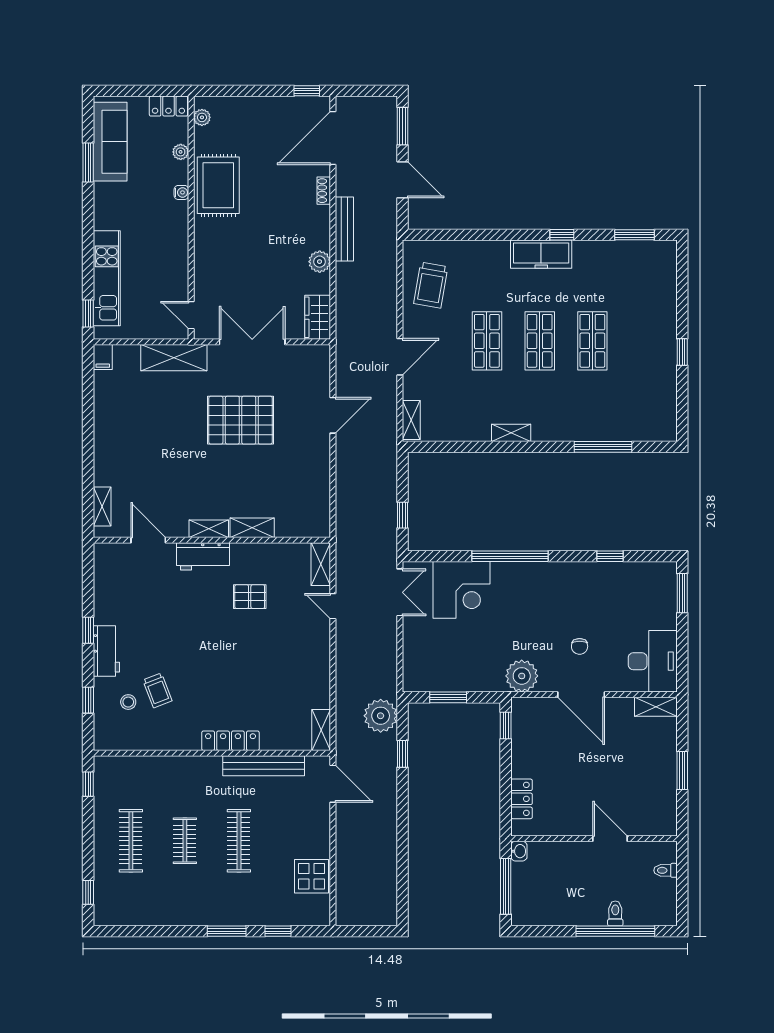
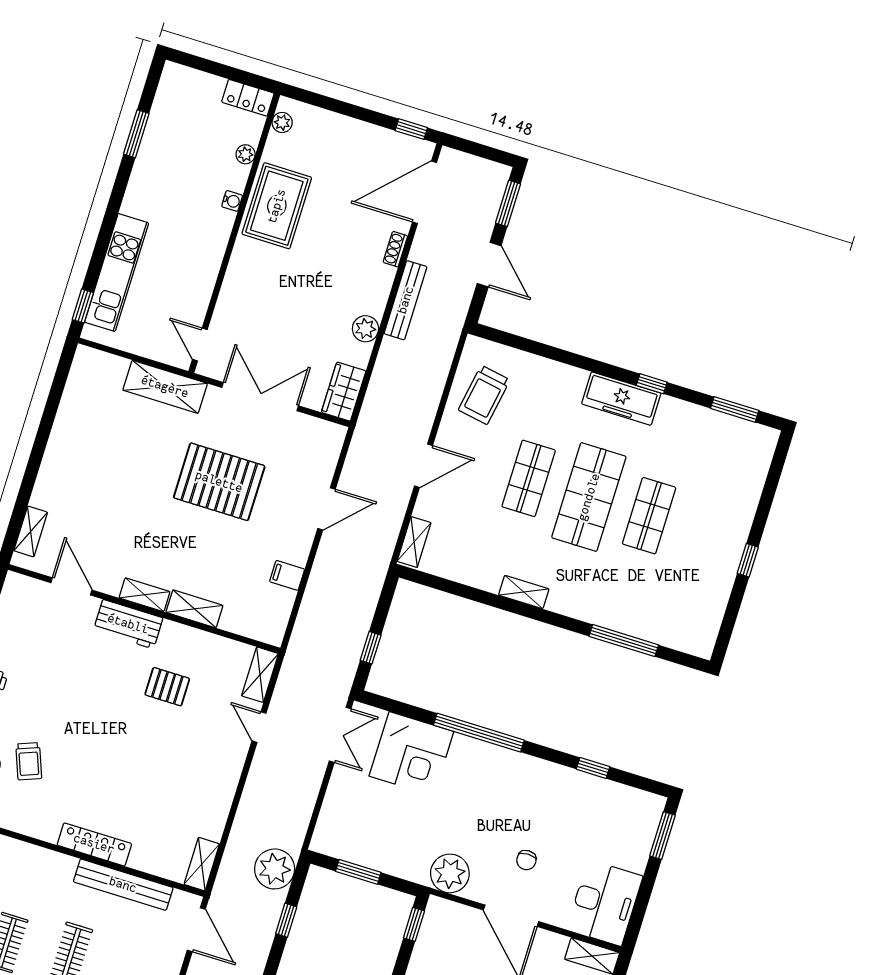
sofa: (110, 142) -> (169, 118), removed
shop shelf: (540, 341) -> (589, 497), width x1.43, depth x1.36
filing cabinet: (103, 357) -> (287, 575), moved, turned 90

